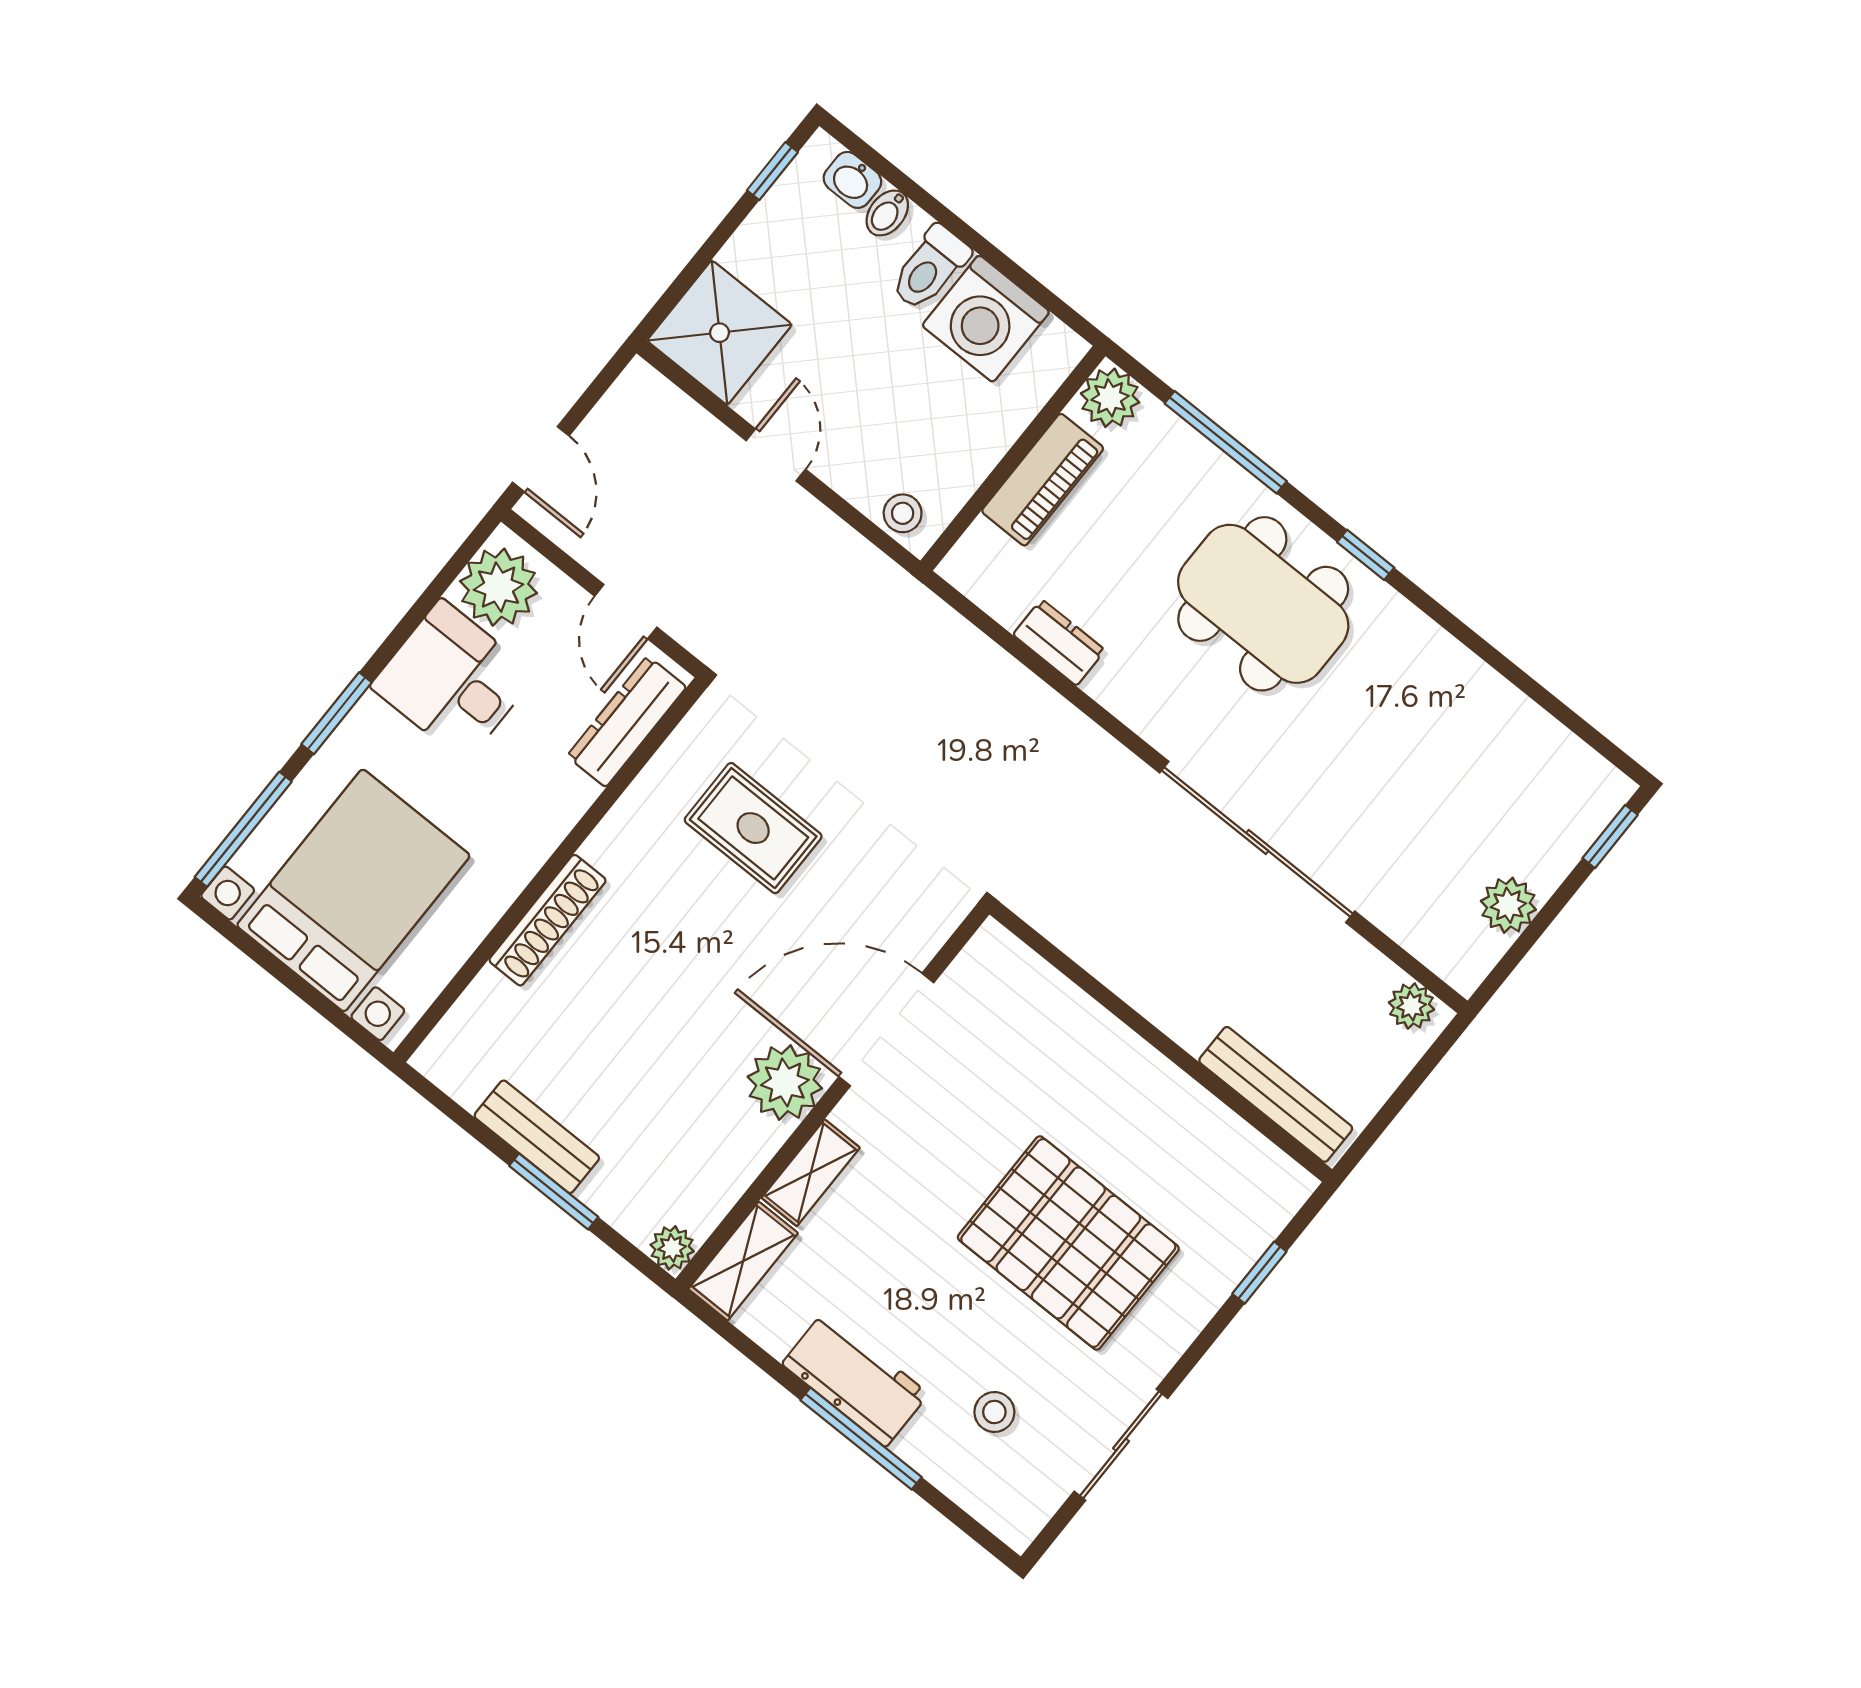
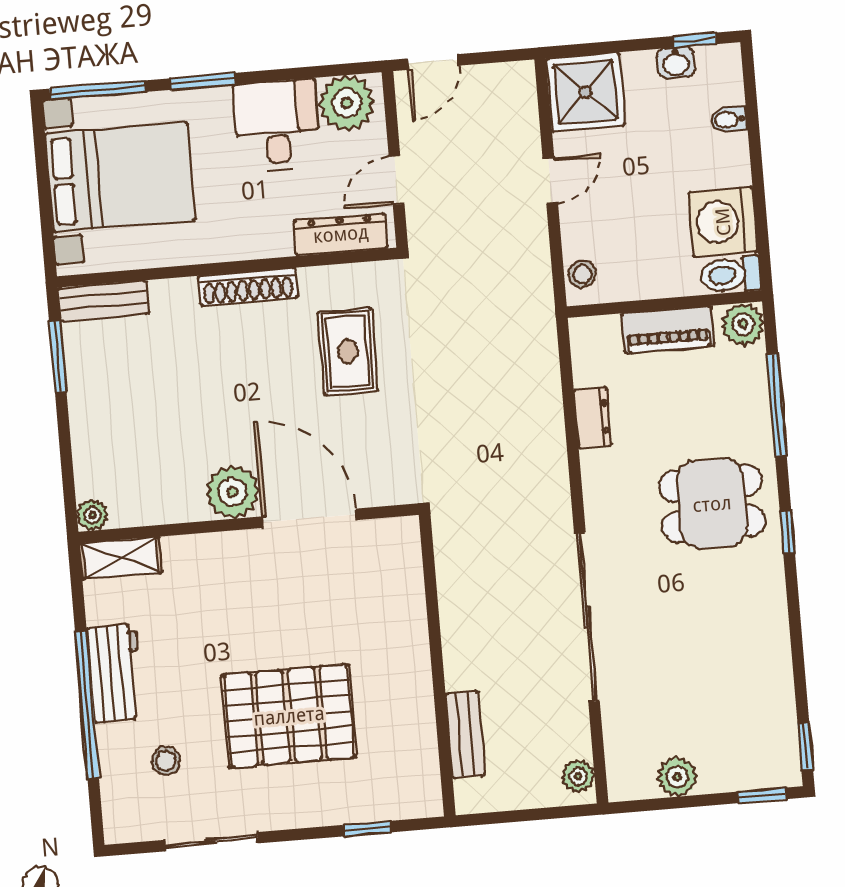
washbasin: (852, 180) -> (676, 63), moved, turned -90
toilet: (930, 268) -> (730, 275), moved
dining table: (1263, 604) -> (712, 504), width x0.73
window: (1602, 745) -> (805, 746), added
shoe rack: (547, 920) -> (248, 287), moved
bench: (1276, 1094) -> (465, 734), width x0.73
bench: (537, 1137) -> (103, 301), moved, turned 90
shelving: (811, 1173) -> (199, 549), removed
window: (554, 1191) -> (58, 357), moved
pallet: (1068, 1243) -> (289, 716), turned 90
window: (861, 1439) -> (87, 705), width x1.46

